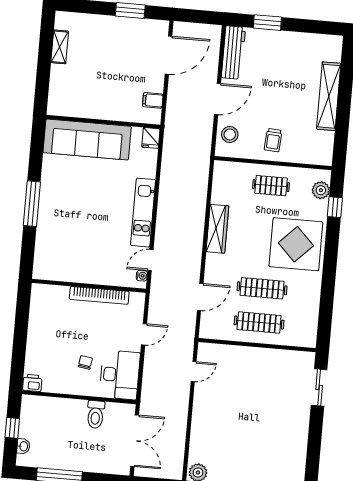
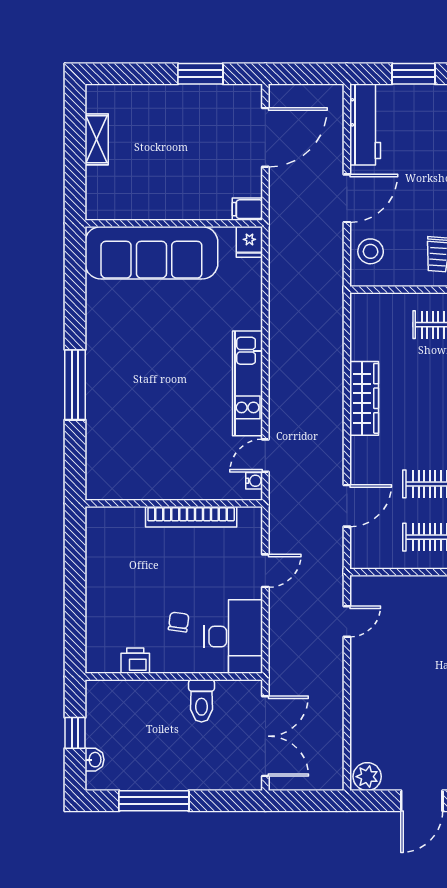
wall: (103, 122) -> (174, 223), moved
fridge: (151, 138) -> (249, 242), moved
sofa: (87, 139) -> (151, 253), moved
printer: (32, 383) -> (135, 661), moved

